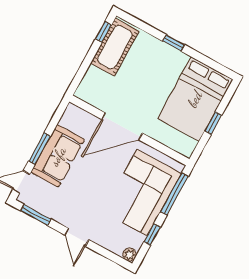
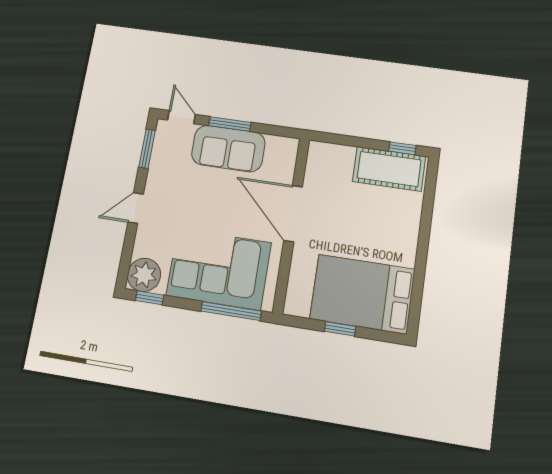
window: (174, 43) -> (424, 240), removed
window: (152, 235) -> (150, 298), moved
plant: (130, 255) -> (144, 275), width x1.88, depth x1.88

